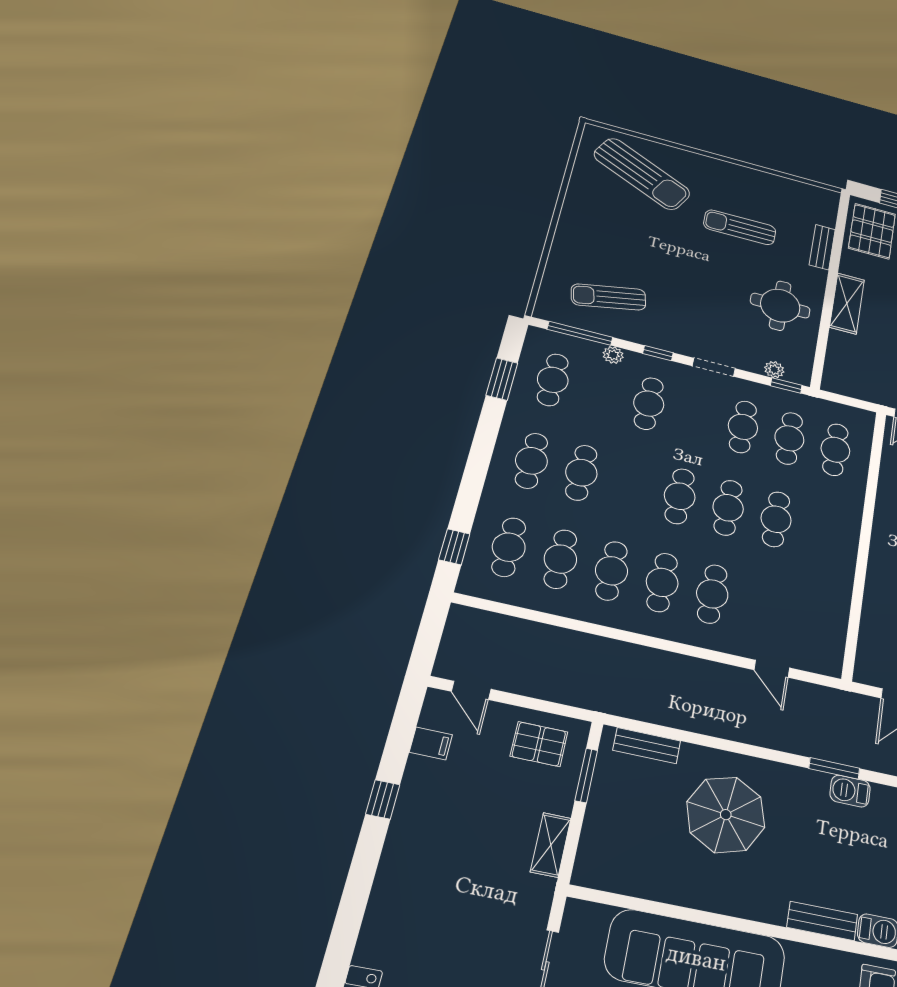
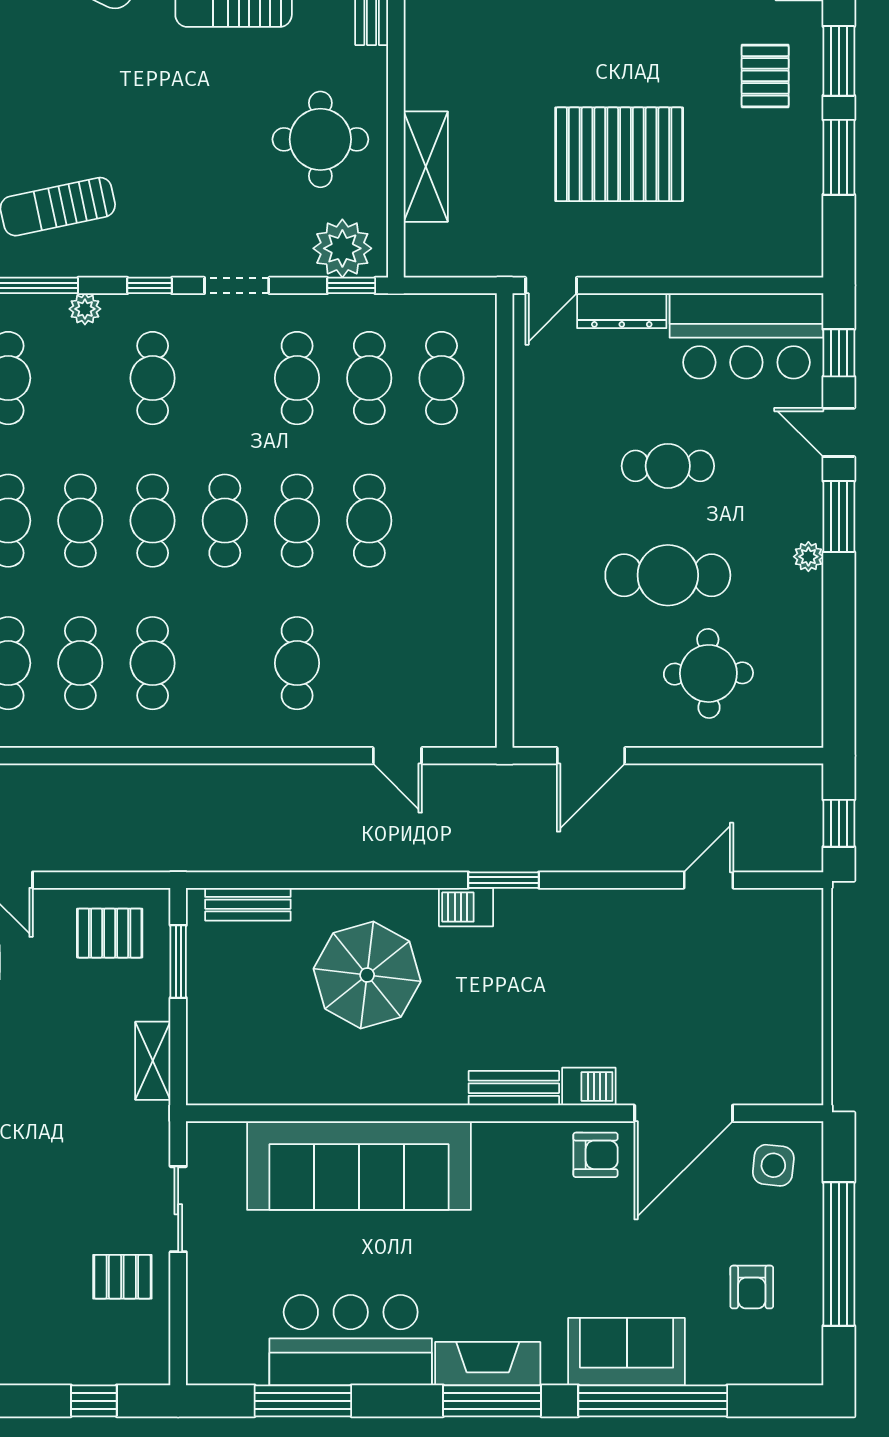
shelving: (847, 303) -> (426, 167), moved
plant: (774, 370) -> (342, 248), width x1.88, depth x1.88
cafe table: (662, 582) -> (153, 521), moved
barbecue: (850, 791) -> (466, 907), moved

